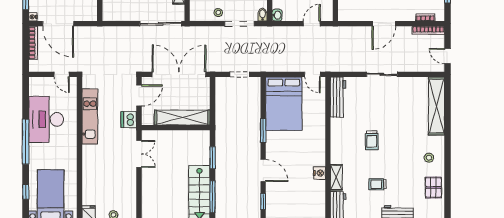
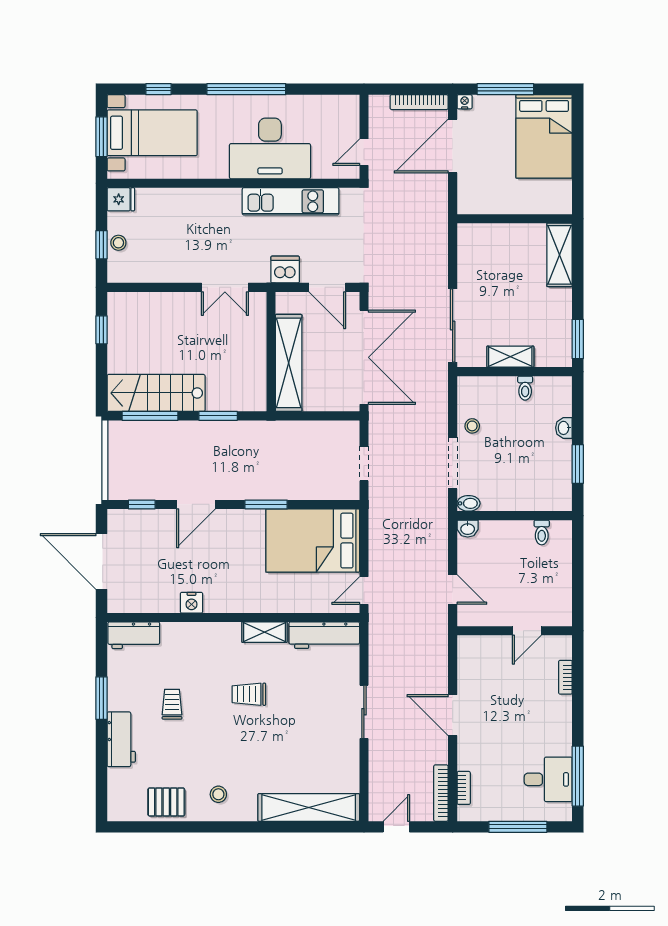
desk: (46, 119) -> (270, 149), moved, turned 180
shelving: (336, 177) -> (264, 632), moved

